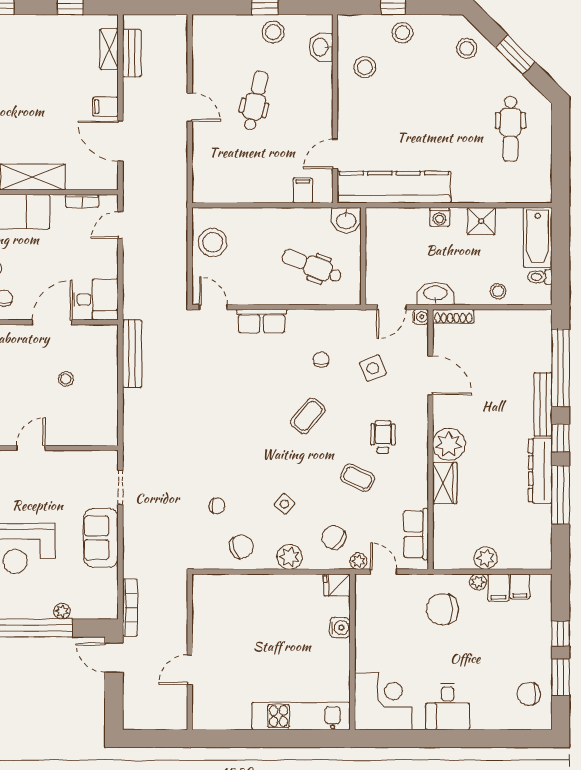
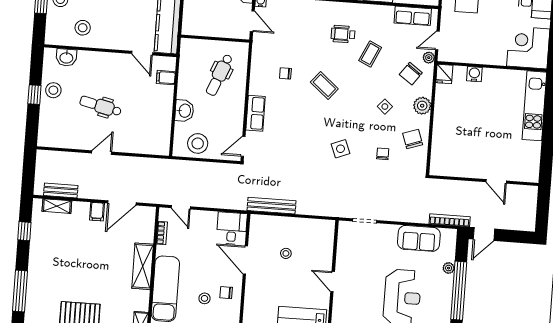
washbasin: (346, 220) -> (184, 111), moved
side table: (373, 368) -> (340, 149), moved
sofa: (101, 538) -> (419, 238), moved

